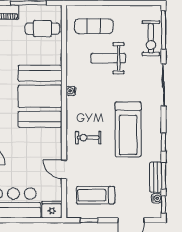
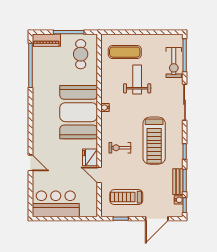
cafe table: (42, 29) -> (81, 54), turned 90
weight bench: (108, 58) -> (137, 80), turned 90
fridge: (52, 210) -> (90, 157), moved, turned -90

